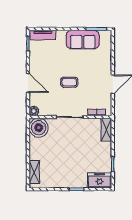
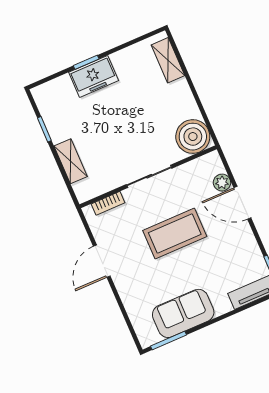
coffee table: (69, 82) -> (175, 233), width x1.86, depth x1.72
plant: (34, 111) -> (222, 183), moved
shelving: (106, 130) -> (71, 161), moved
freezer: (99, 180) -> (94, 76), moved

